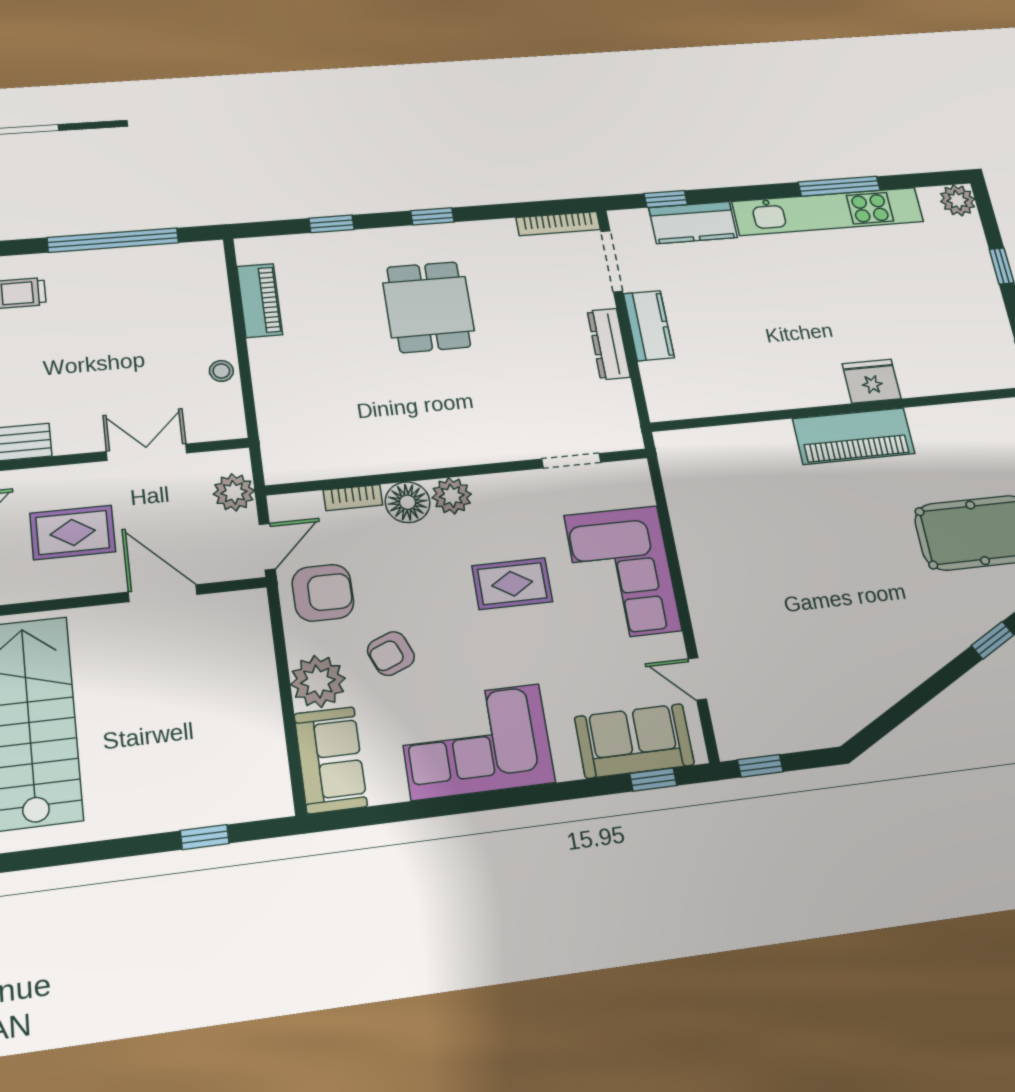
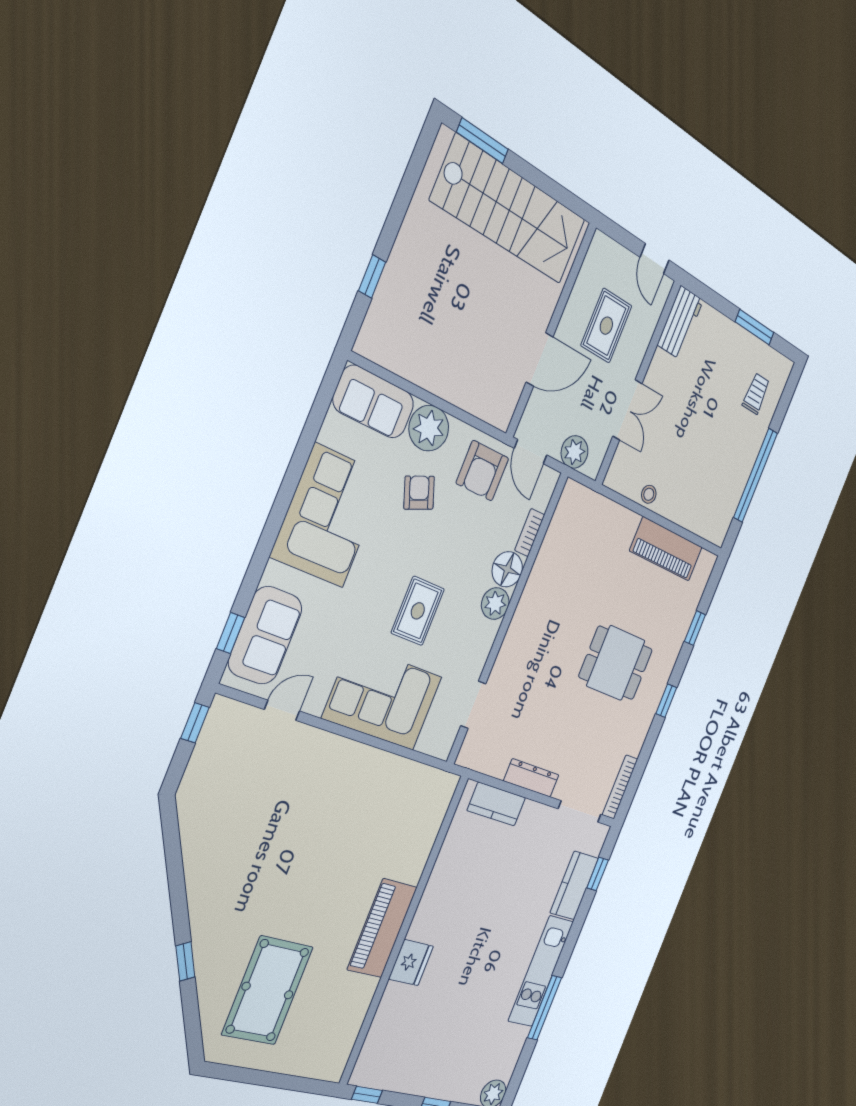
kitchen unit: (828, 211) -> (541, 971), width x0.73
piano: (260, 300) -> (666, 549), width x1.37, depth x1.33
kitchen counter: (649, 326) -> (496, 804), moved

